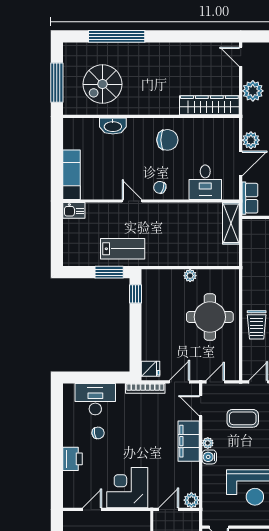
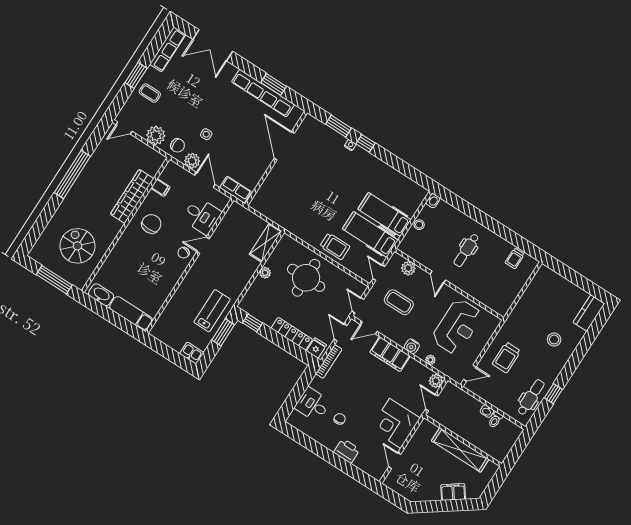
window: (117, 36) -> (72, 174), moved
spiral stairs: (102, 84) -> (77, 246), turned 180
wardrobe: (209, 105) -> (132, 196), moved
chair: (257, 117) -> (178, 145), added
washbasin: (113, 126) -> (101, 295), moved, turned -90
filing cabinet: (207, 127) -> (161, 188), added
door: (132, 201) -> (203, 245), moved
kitchen sink: (74, 210) -> (192, 353), moved, turned -90
shelving: (231, 223) -> (266, 243), moved, turned 90
locker: (149, 337) -> (292, 334), added
desk: (95, 399) -> (313, 405), width x0.73
coffee table: (243, 418) -> (399, 302), turned 90
plant: (208, 443) -> (430, 360), moved

